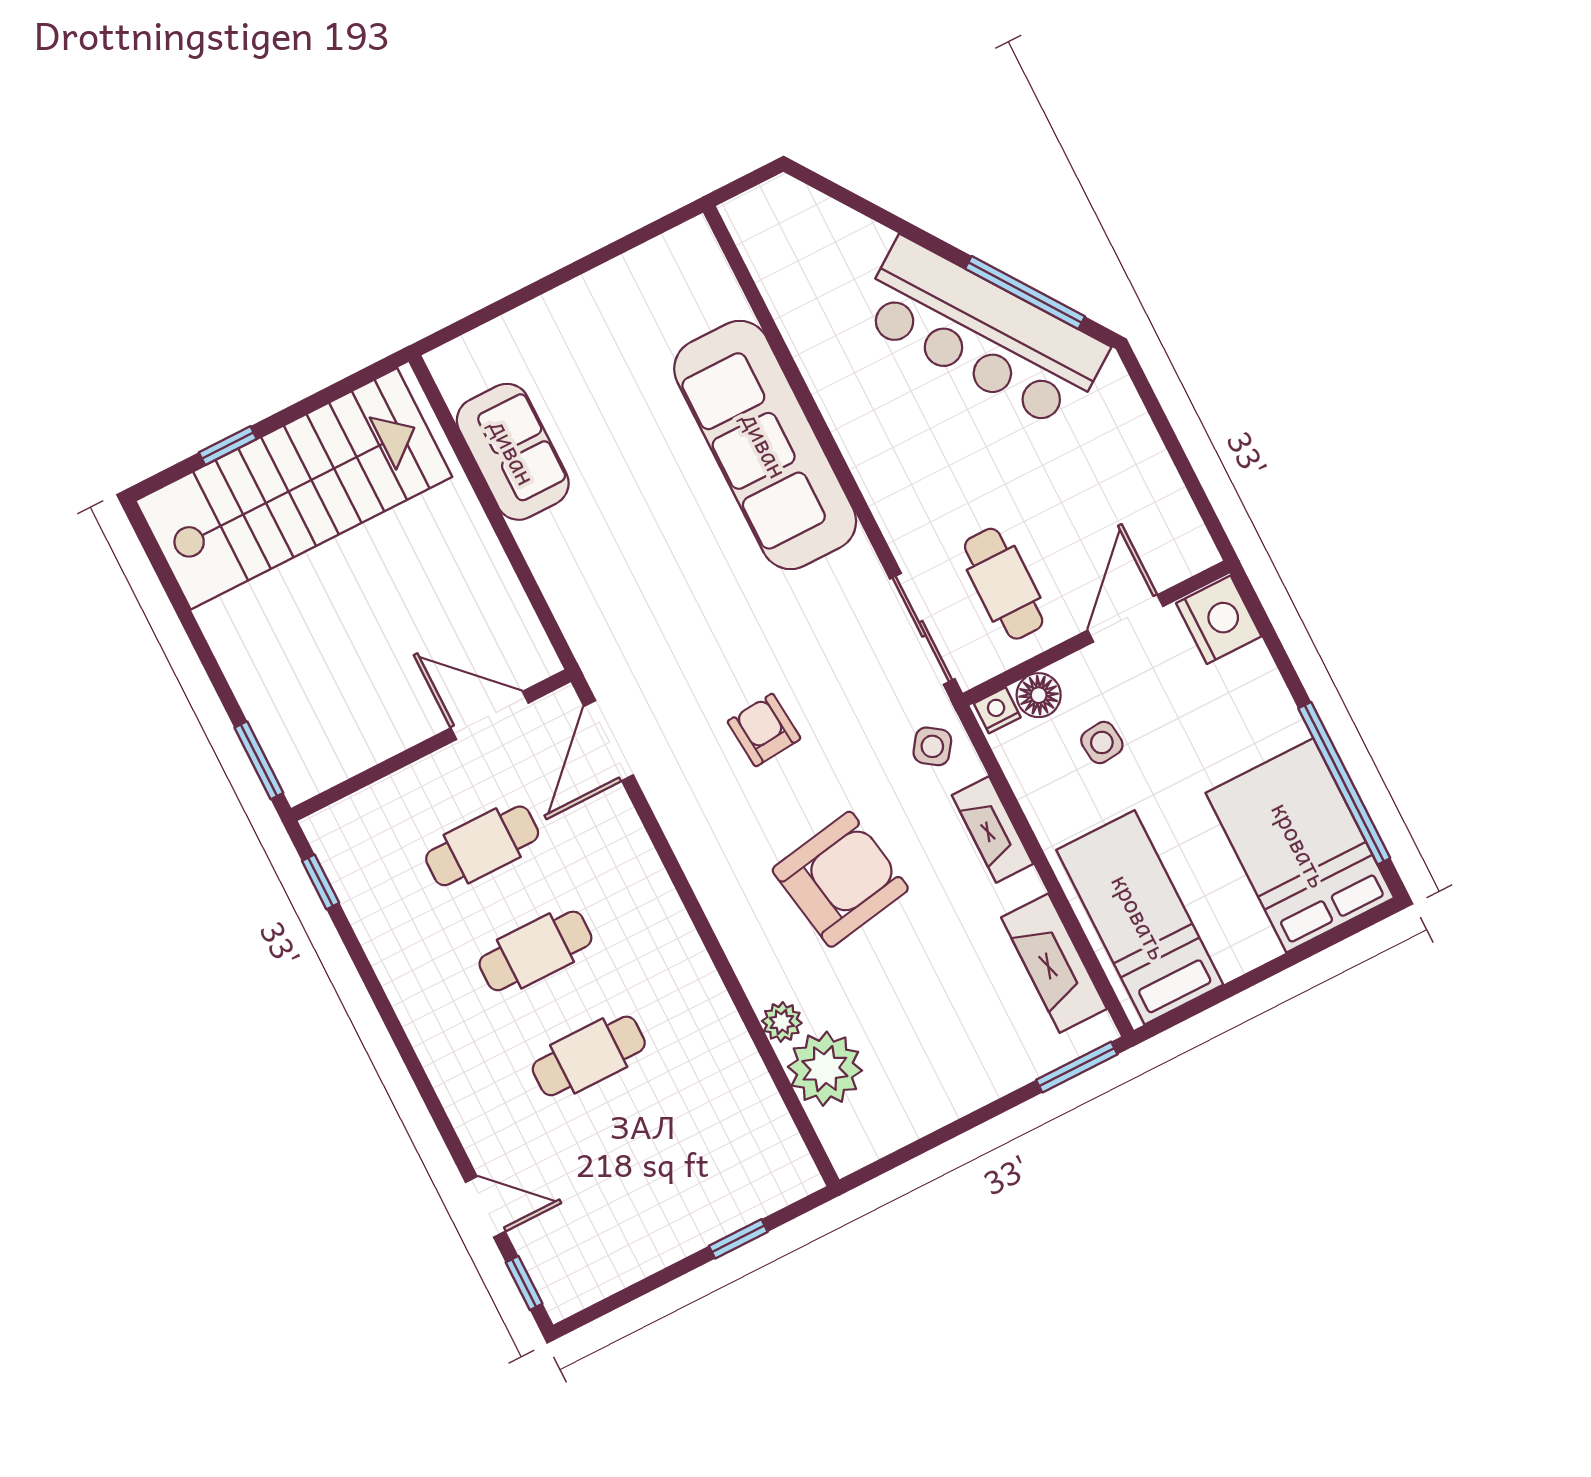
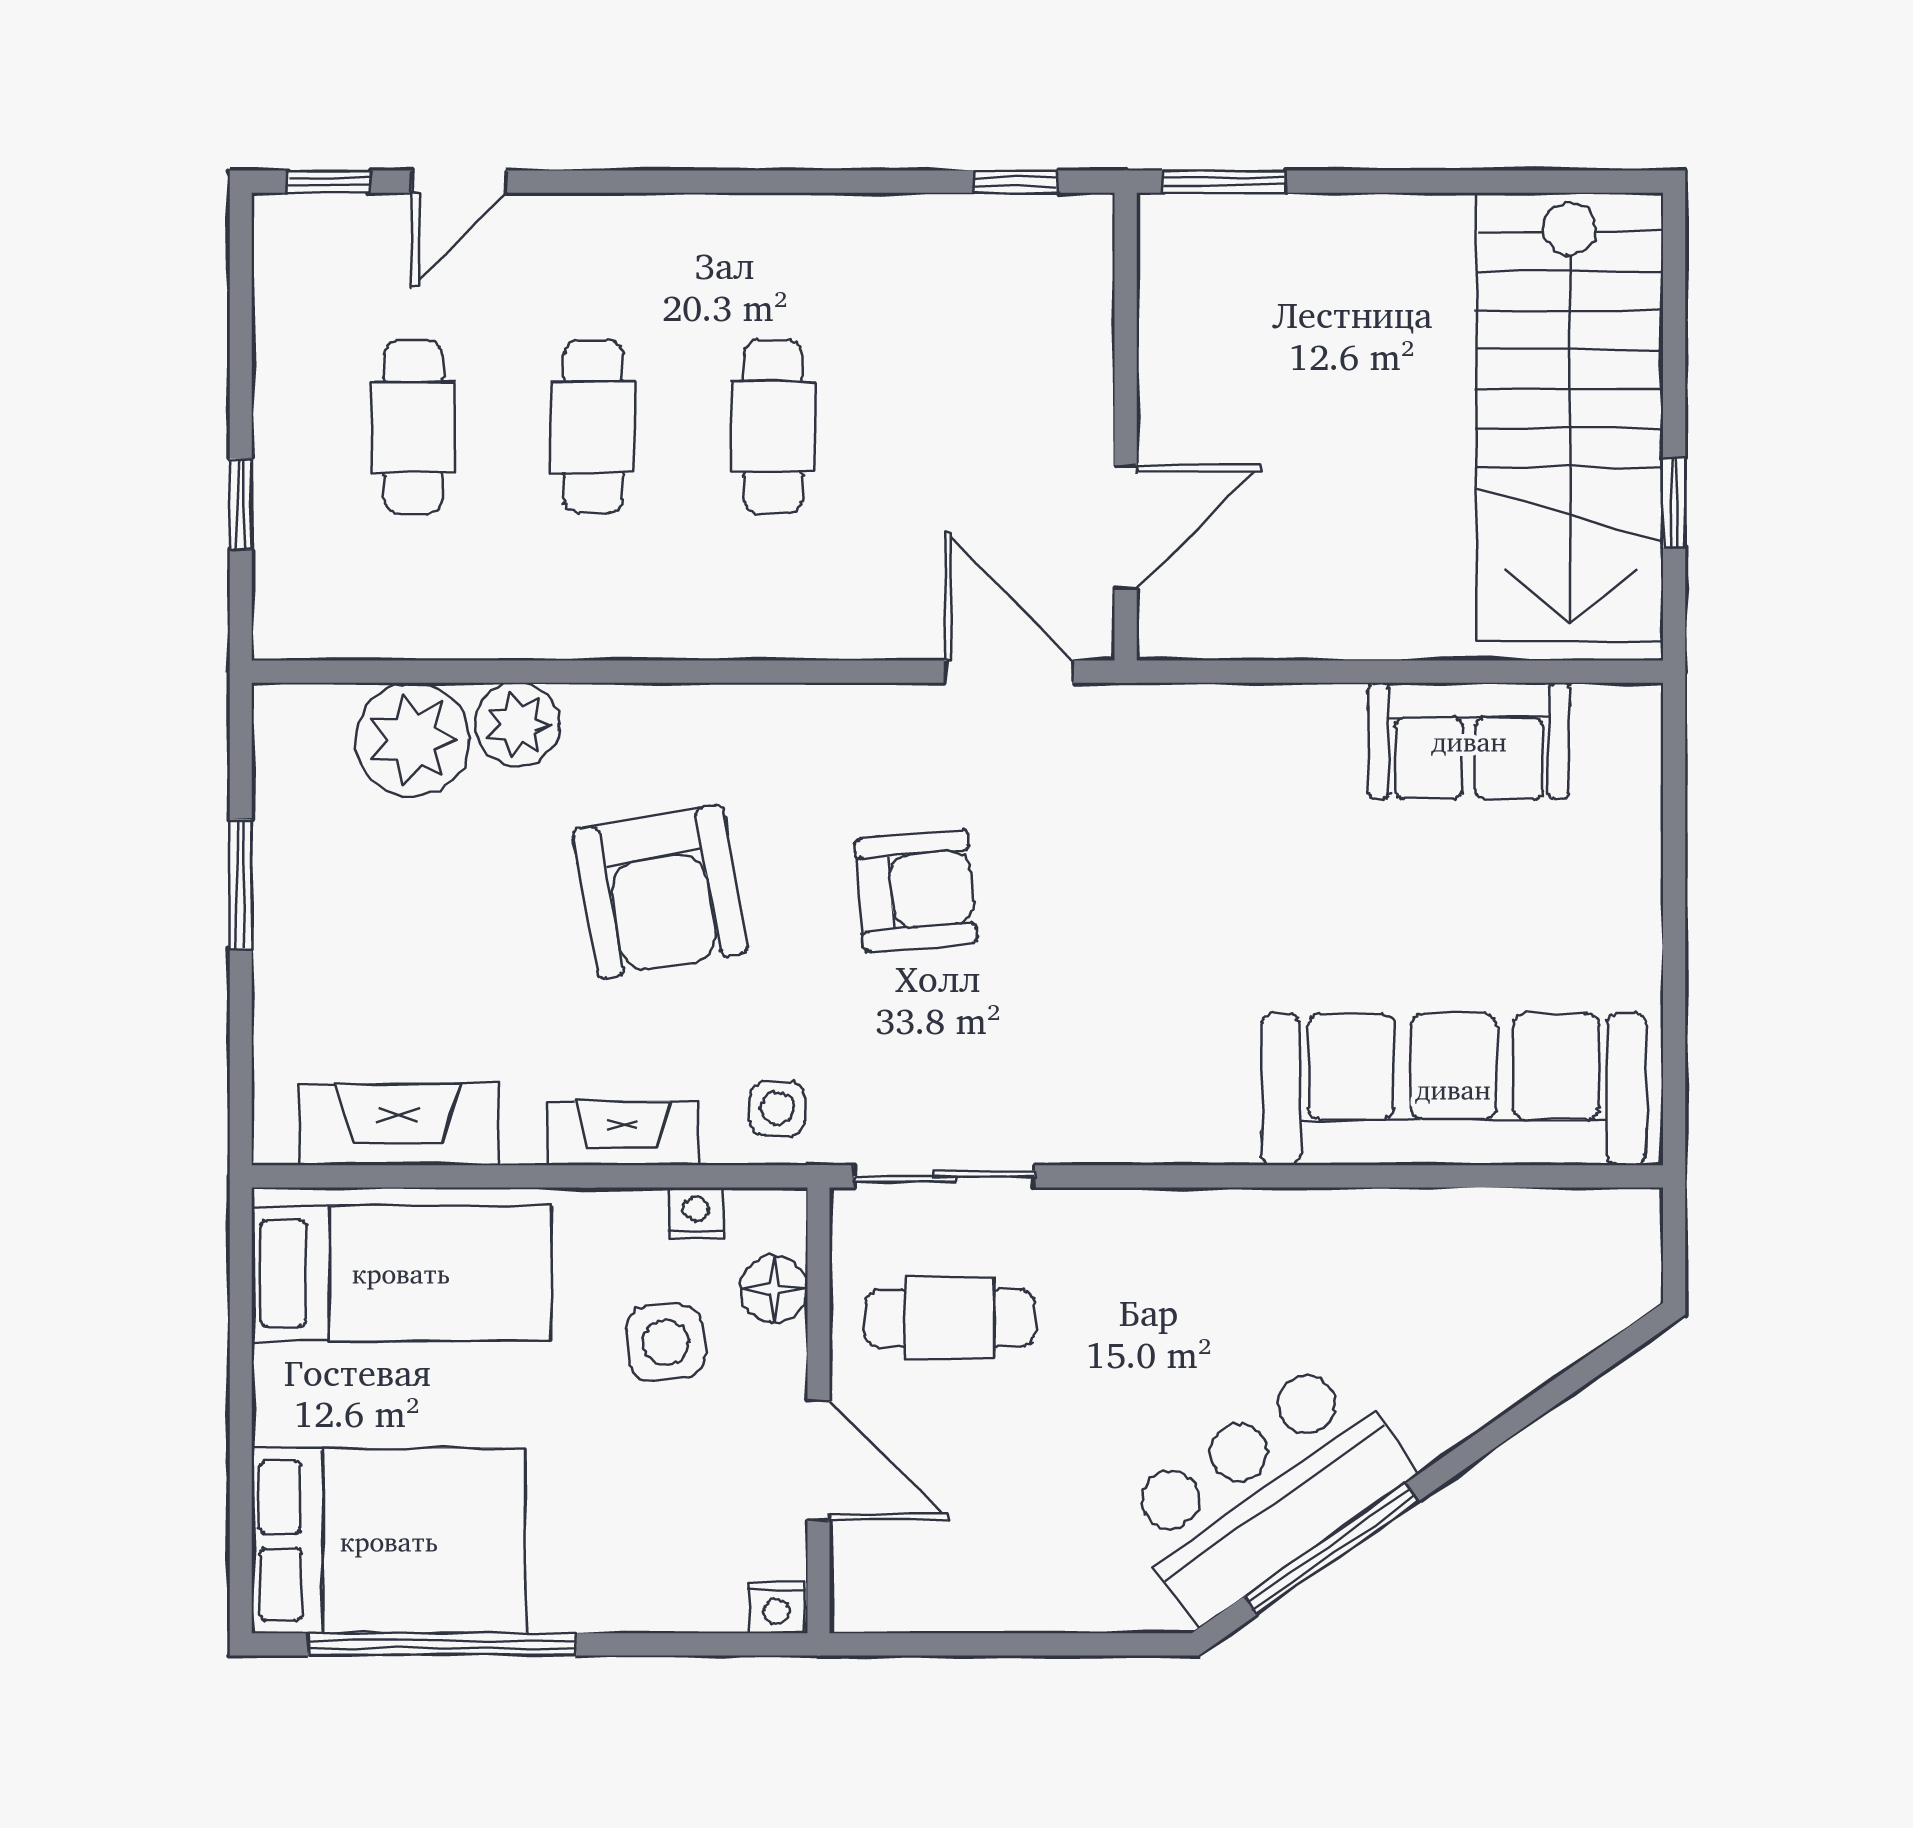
bar counter: (982, 333) -> (1265, 1490), width x0.73
sofa: (765, 445) -> (1453, 1089), moved
window: (228, 446) -> (1674, 503), moved
nightstand: (1219, 620) -> (777, 1607), width x0.53, depth x0.56
nightstand: (997, 710) -> (696, 1213), moved, turned -90
armchair: (764, 730) -> (916, 891), width x1.38, depth x1.38
side table: (1102, 742) -> (666, 1342), width x1.37, depth x1.37
side table: (932, 746) -> (777, 1109), turned -35
cafe table: (482, 846) -> (413, 427), moved
plant: (782, 1022) -> (518, 725), width x1.38, depth x1.38
window: (1077, 1067) -> (241, 884), moved

